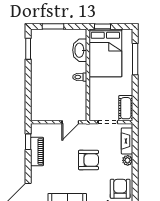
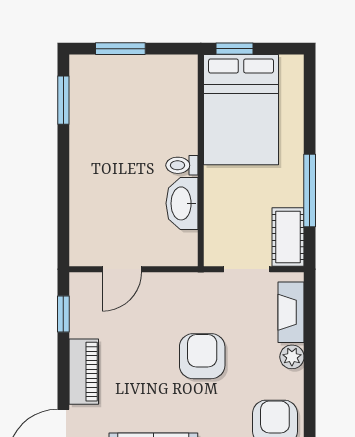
washbasin: (80, 50) -> (182, 203), moved
window: (135, 59) -> (310, 190), moved
door: (70, 122) -> (122, 269), moved
piano: (37, 152) -> (84, 372), moved
armchair: (88, 160) -> (202, 356), turned -90

